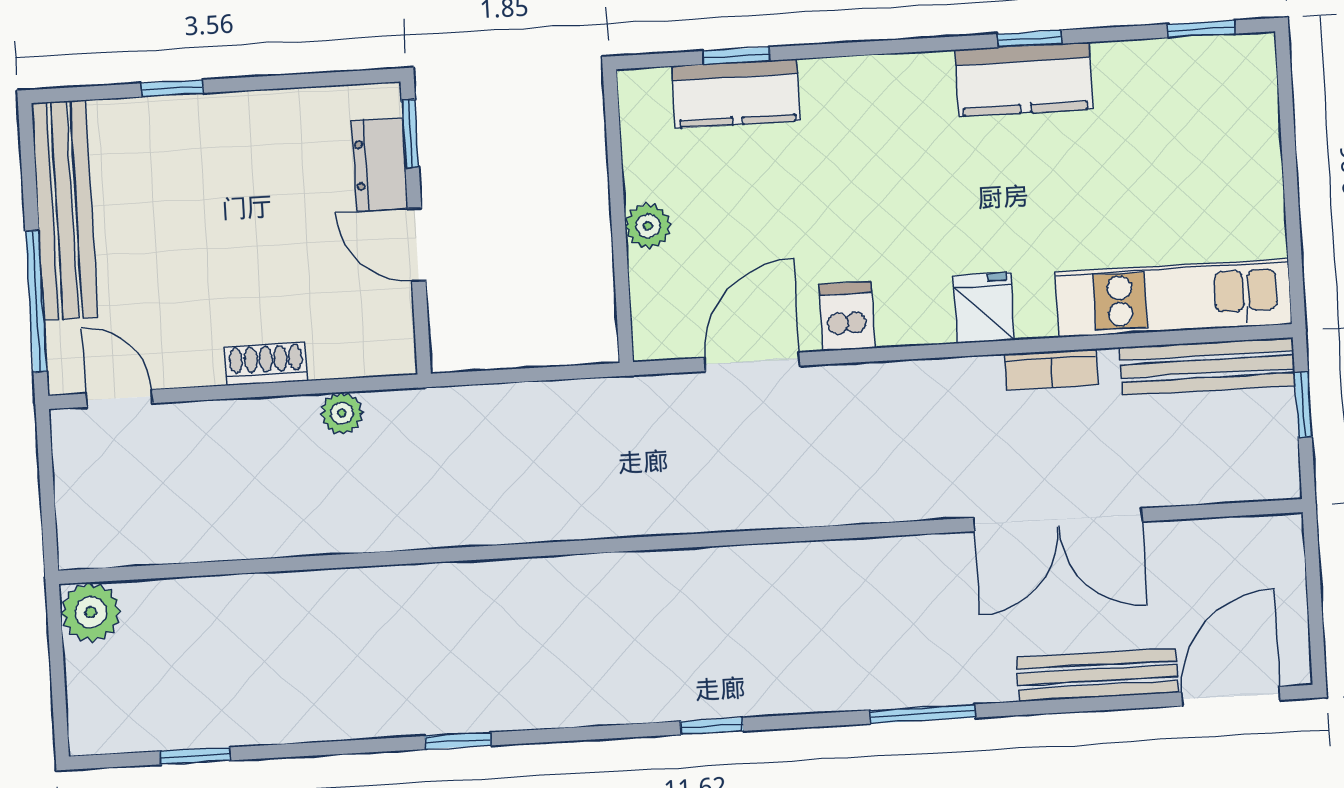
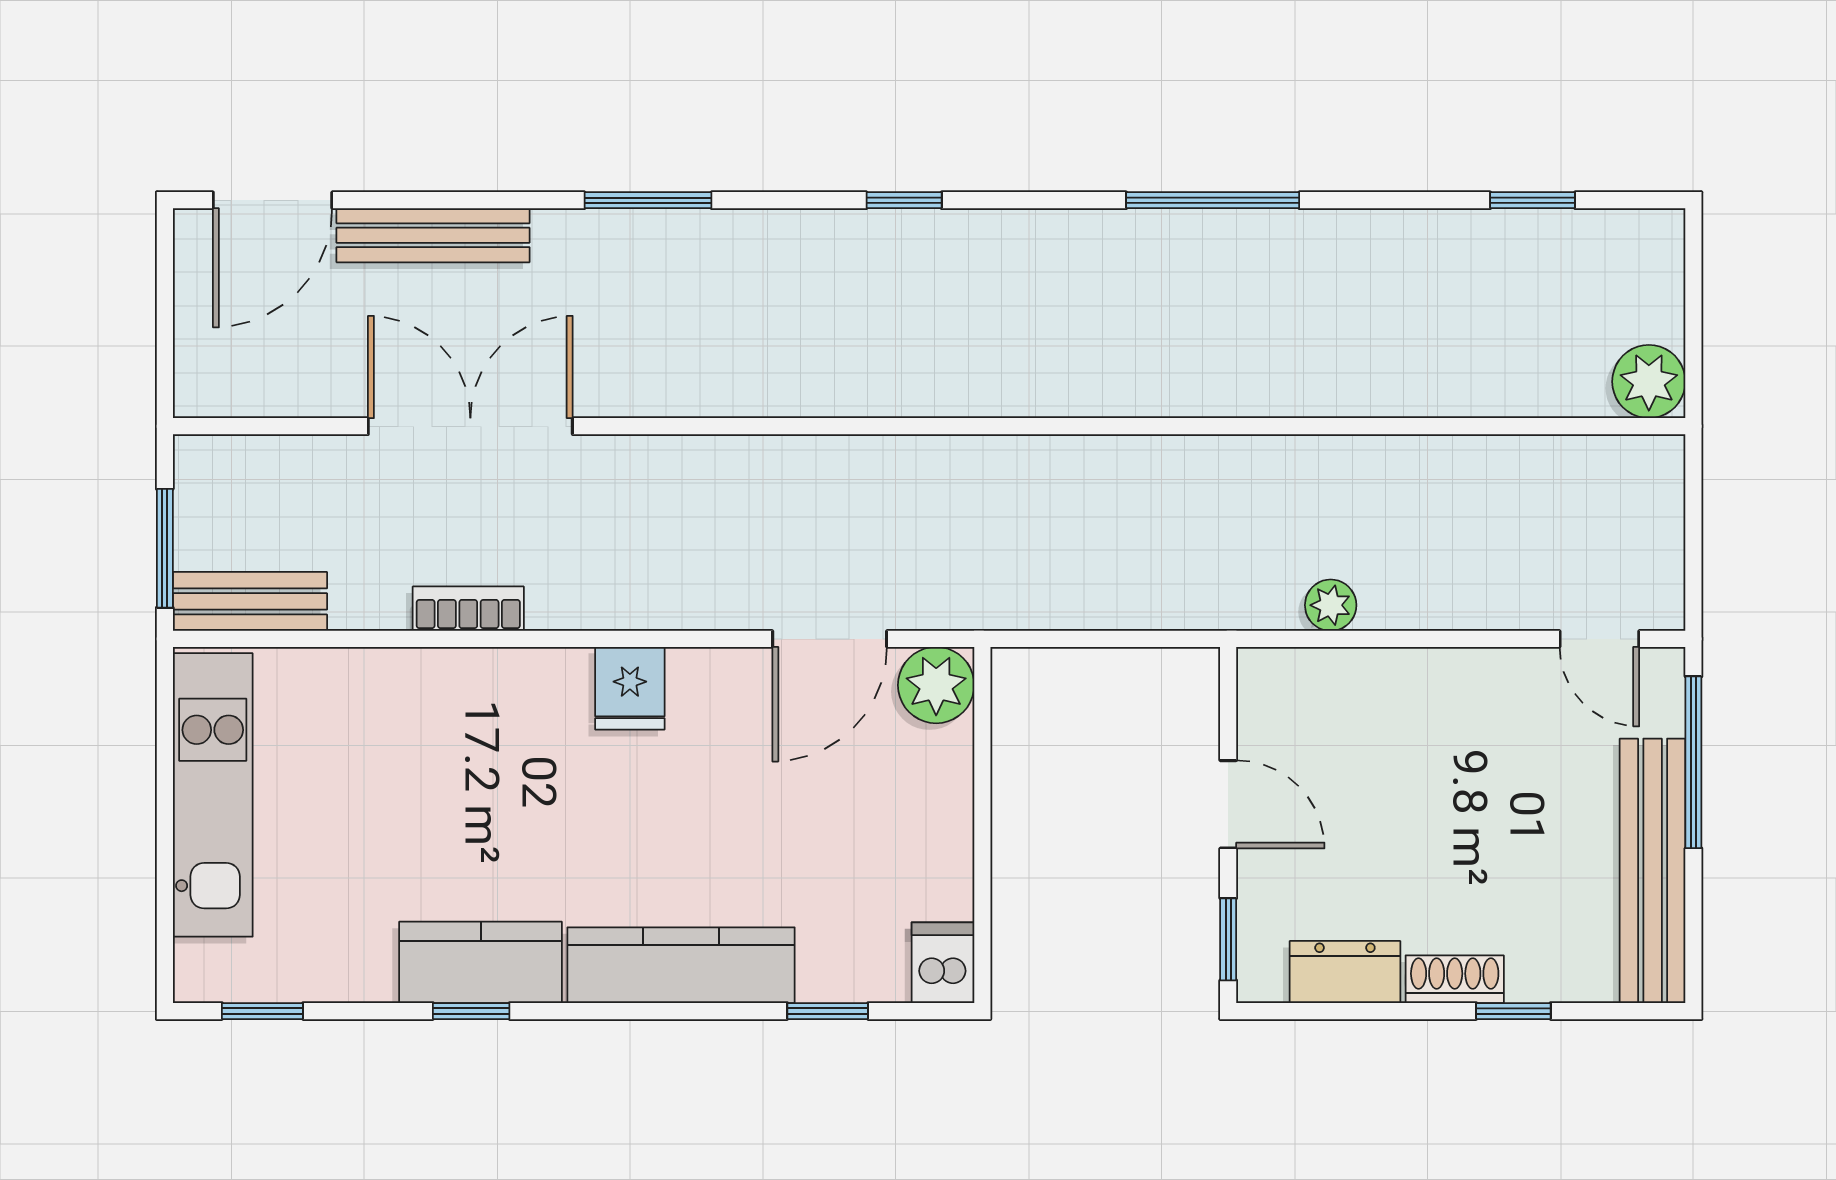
kitchen counter: (736, 94) -> (681, 965), moved, width x1.50
dresser: (380, 165) -> (1345, 972), moved, turned -90
plant: (648, 226) -> (936, 685), moved, width x1.38, depth x1.38
kitchen unit: (1174, 298) -> (213, 795), moved, turned -90
fridge: (984, 308) -> (630, 688), moved
dishwasher: (847, 316) -> (943, 963), moved, turned 180
shoe rack: (266, 364) -> (1455, 979), moved, turned 180
bench: (1208, 366) -> (250, 601), width x0.73
window: (1303, 405) -> (165, 548), width x1.50
window: (458, 741) -> (1213, 200), width x2.17

